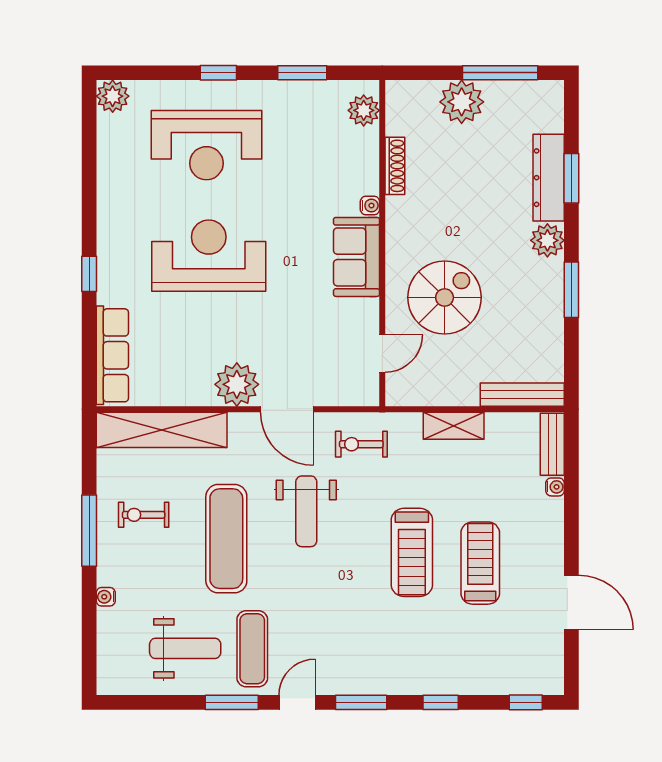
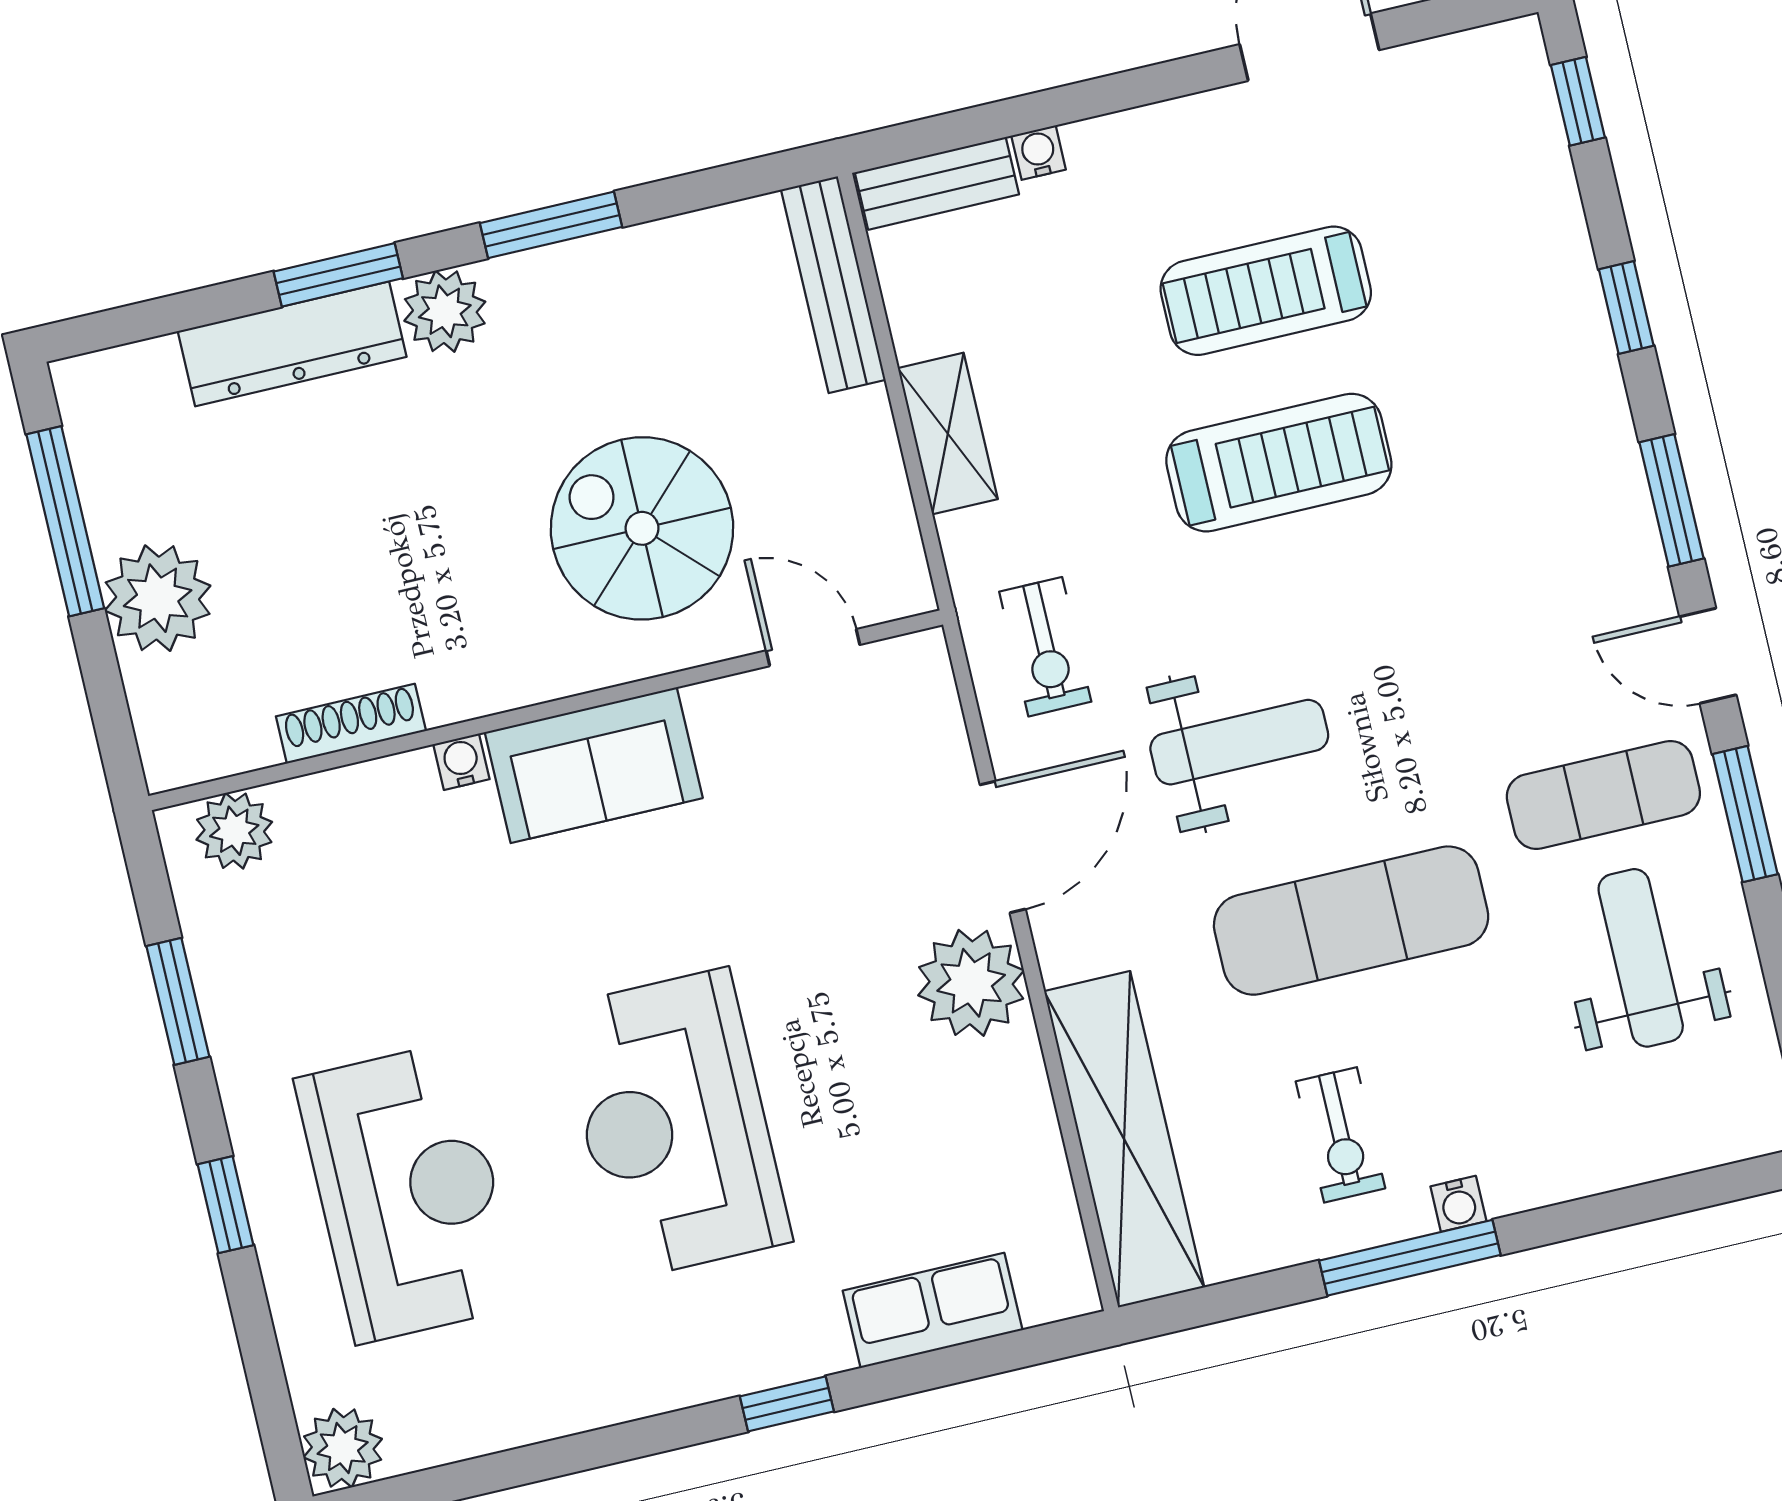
window: (571, 178) -> (338, 275), moved
row of seats: (112, 355) -> (933, 1310), width x0.68
water cooler: (106, 597) -> (1458, 1204), moved

